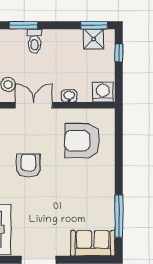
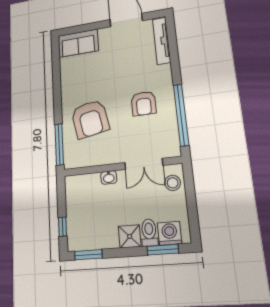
shower: (94, 39) -> (130, 236), moved
washing machine: (103, 92) -> (169, 233), moved, turned 180
armchair: (82, 141) -> (90, 119), moved, turned 79
window: (119, 216) -> (59, 144), moved

